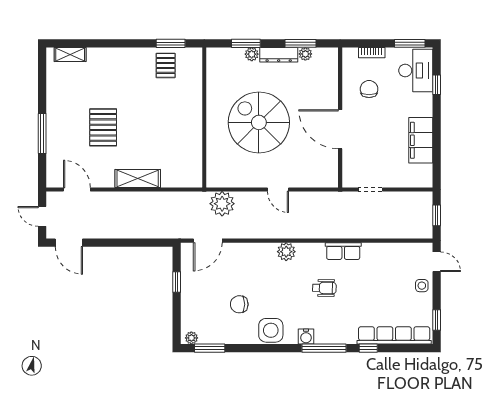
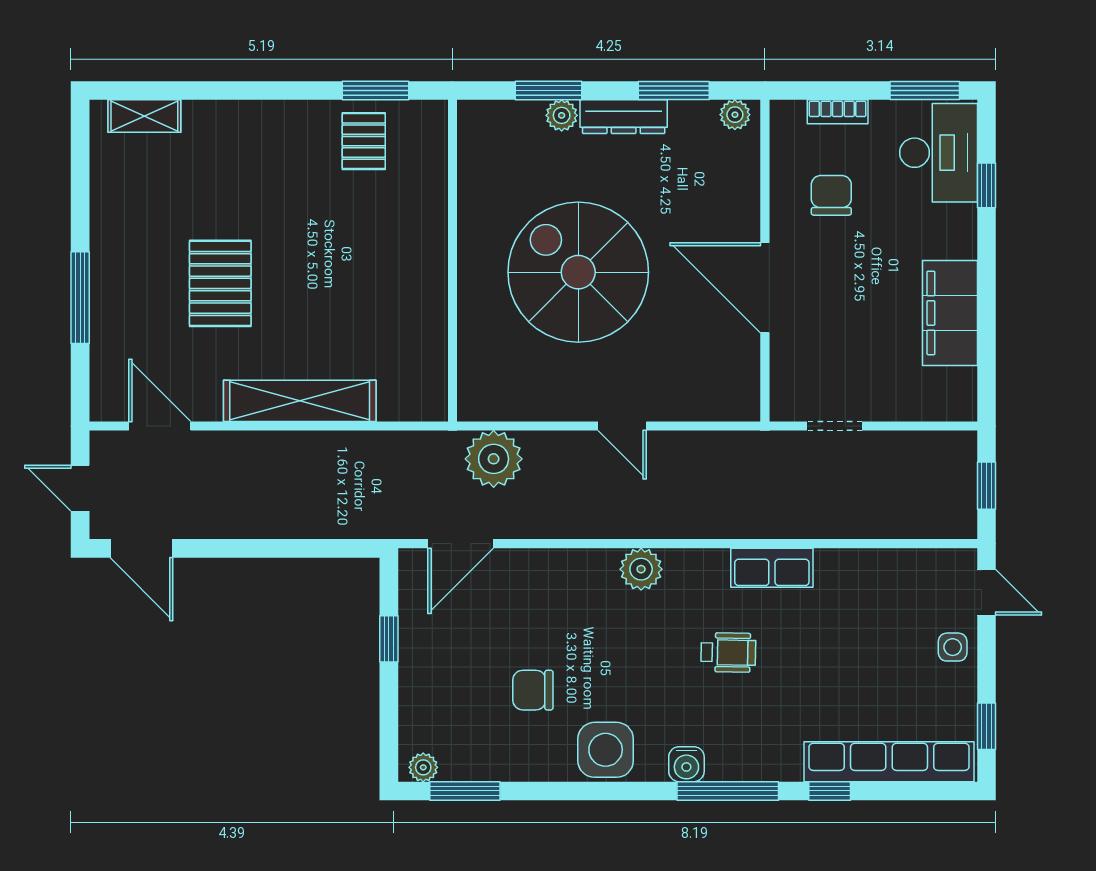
plant: (305, 54) -> (735, 115), moved
shelving: (138, 178) -> (300, 401), width x1.47

